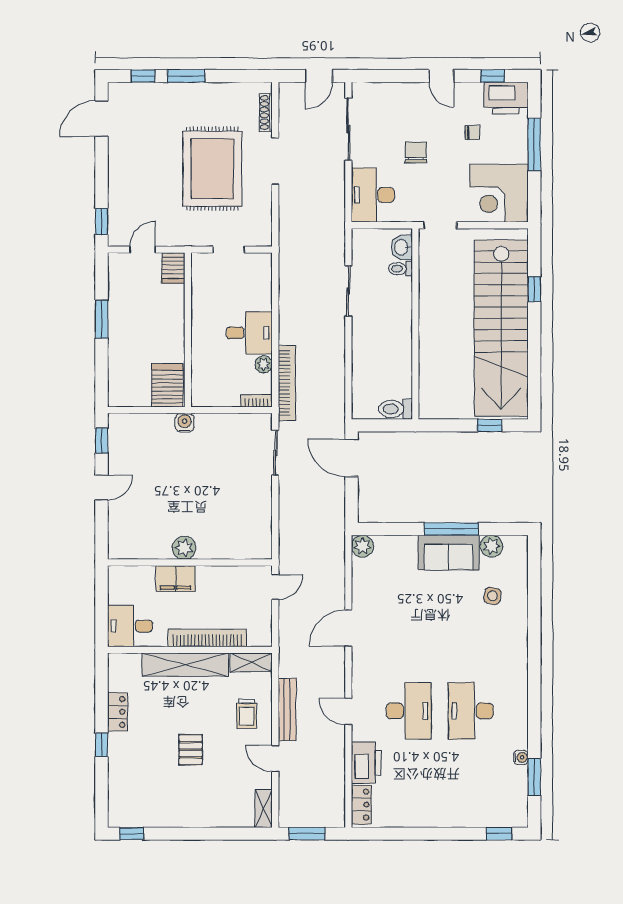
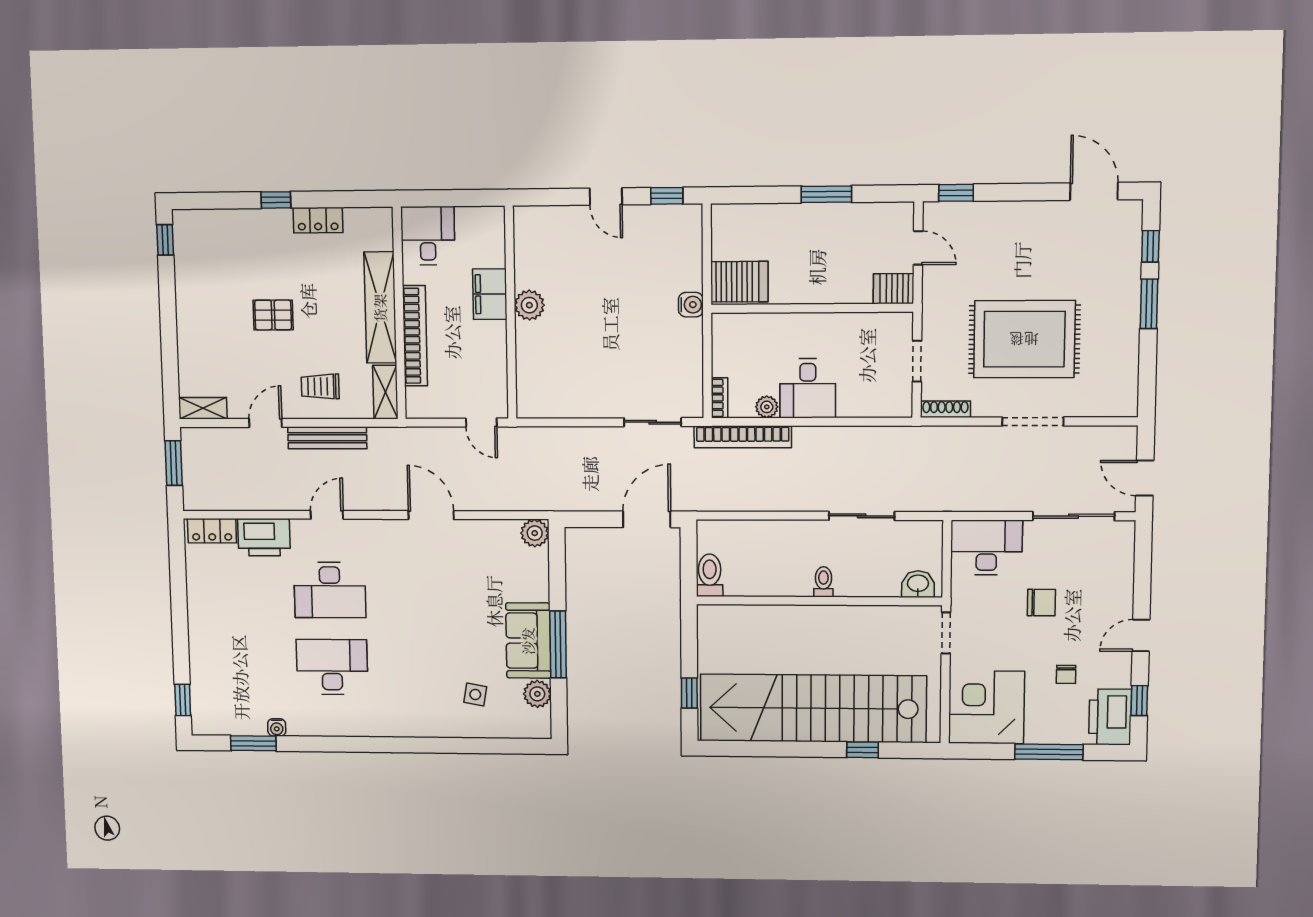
shoe rack: (266, 113) -> (945, 409), moved
toilet: (400, 269) -> (823, 582), moved

